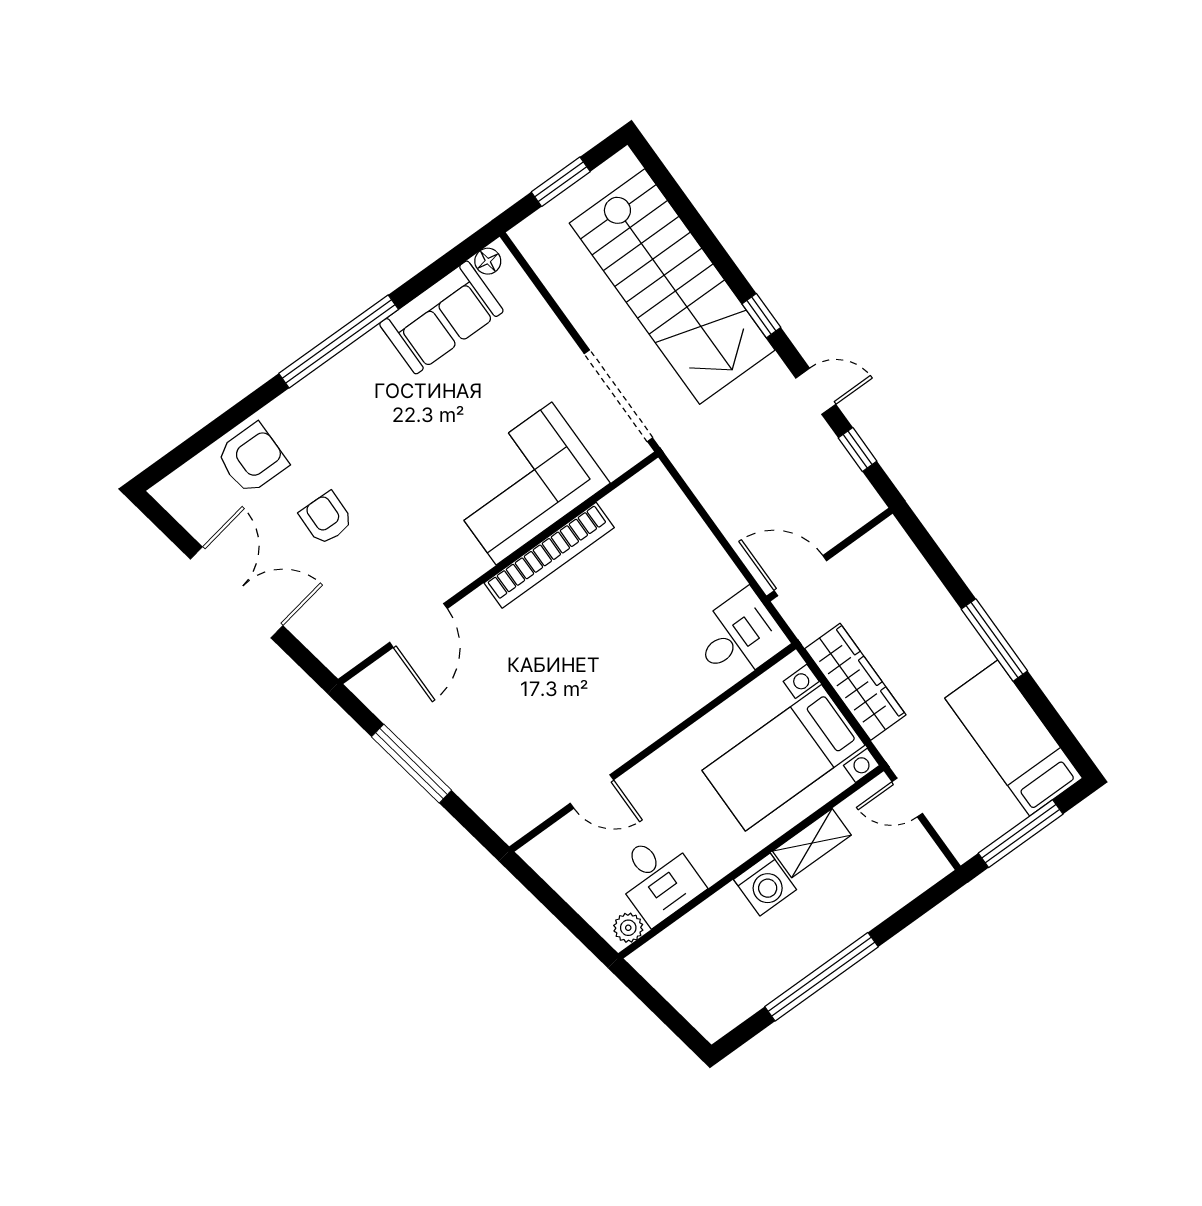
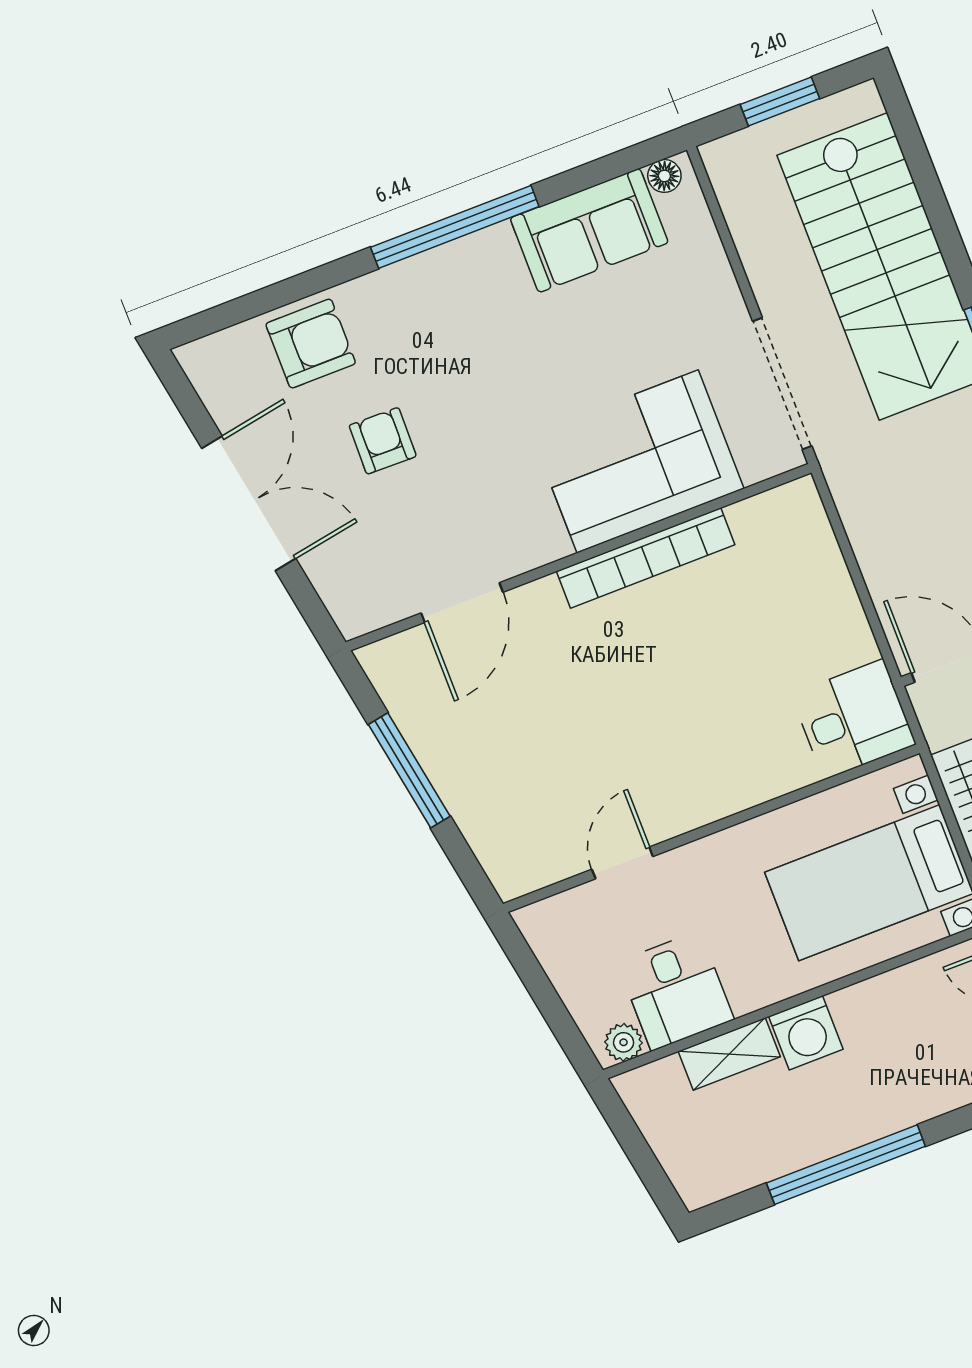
door: (592, 792) -> (622, 863), swing flipped
shelving: (812, 843) -> (729, 1054), moved

